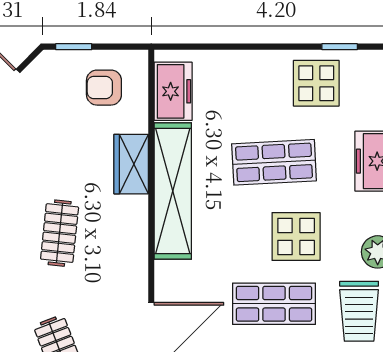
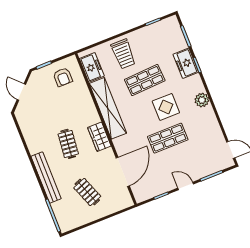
display table: (316, 83) -> (149, 41), removed
armchair: (104, 88) -> (63, 77), turned -90
wardrobe: (131, 164) -> (99, 137), moved
trolley: (359, 311) -> (123, 54), moved

